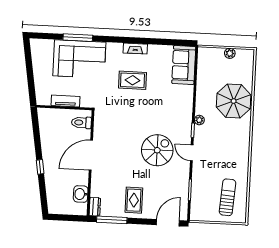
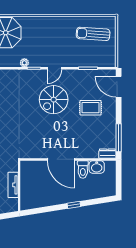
toilet: (81, 123) -> (83, 169), moved
spiral stairs: (157, 150) -> (54, 100), turned -90
rug: (134, 200) -> (91, 108), moved

